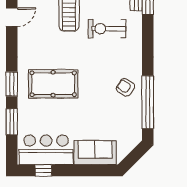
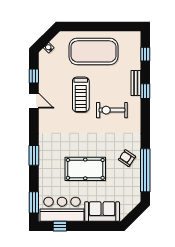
door: (12, 17) -> (34, 101), hinge flipped
pool table: (53, 84) -> (85, 169), moved
window: (12, 122) -> (34, 202), moved

